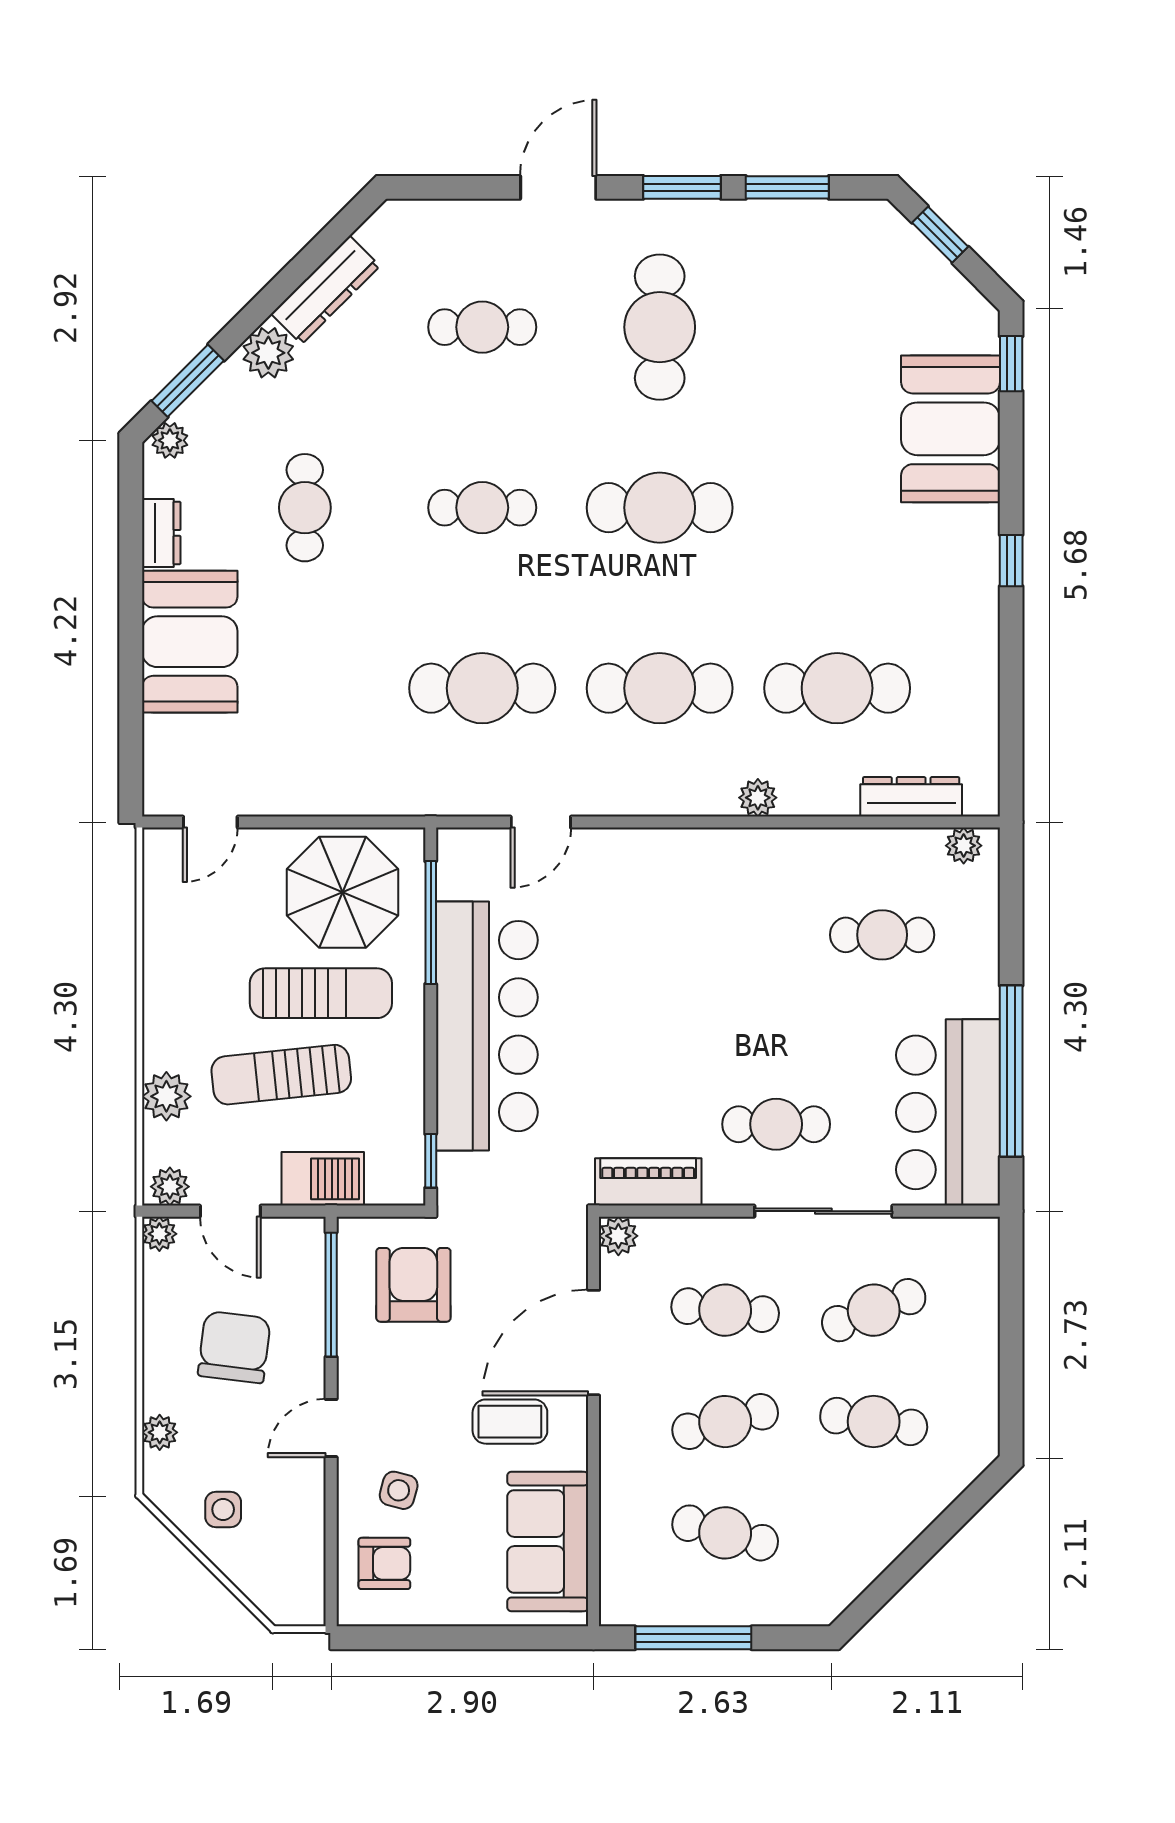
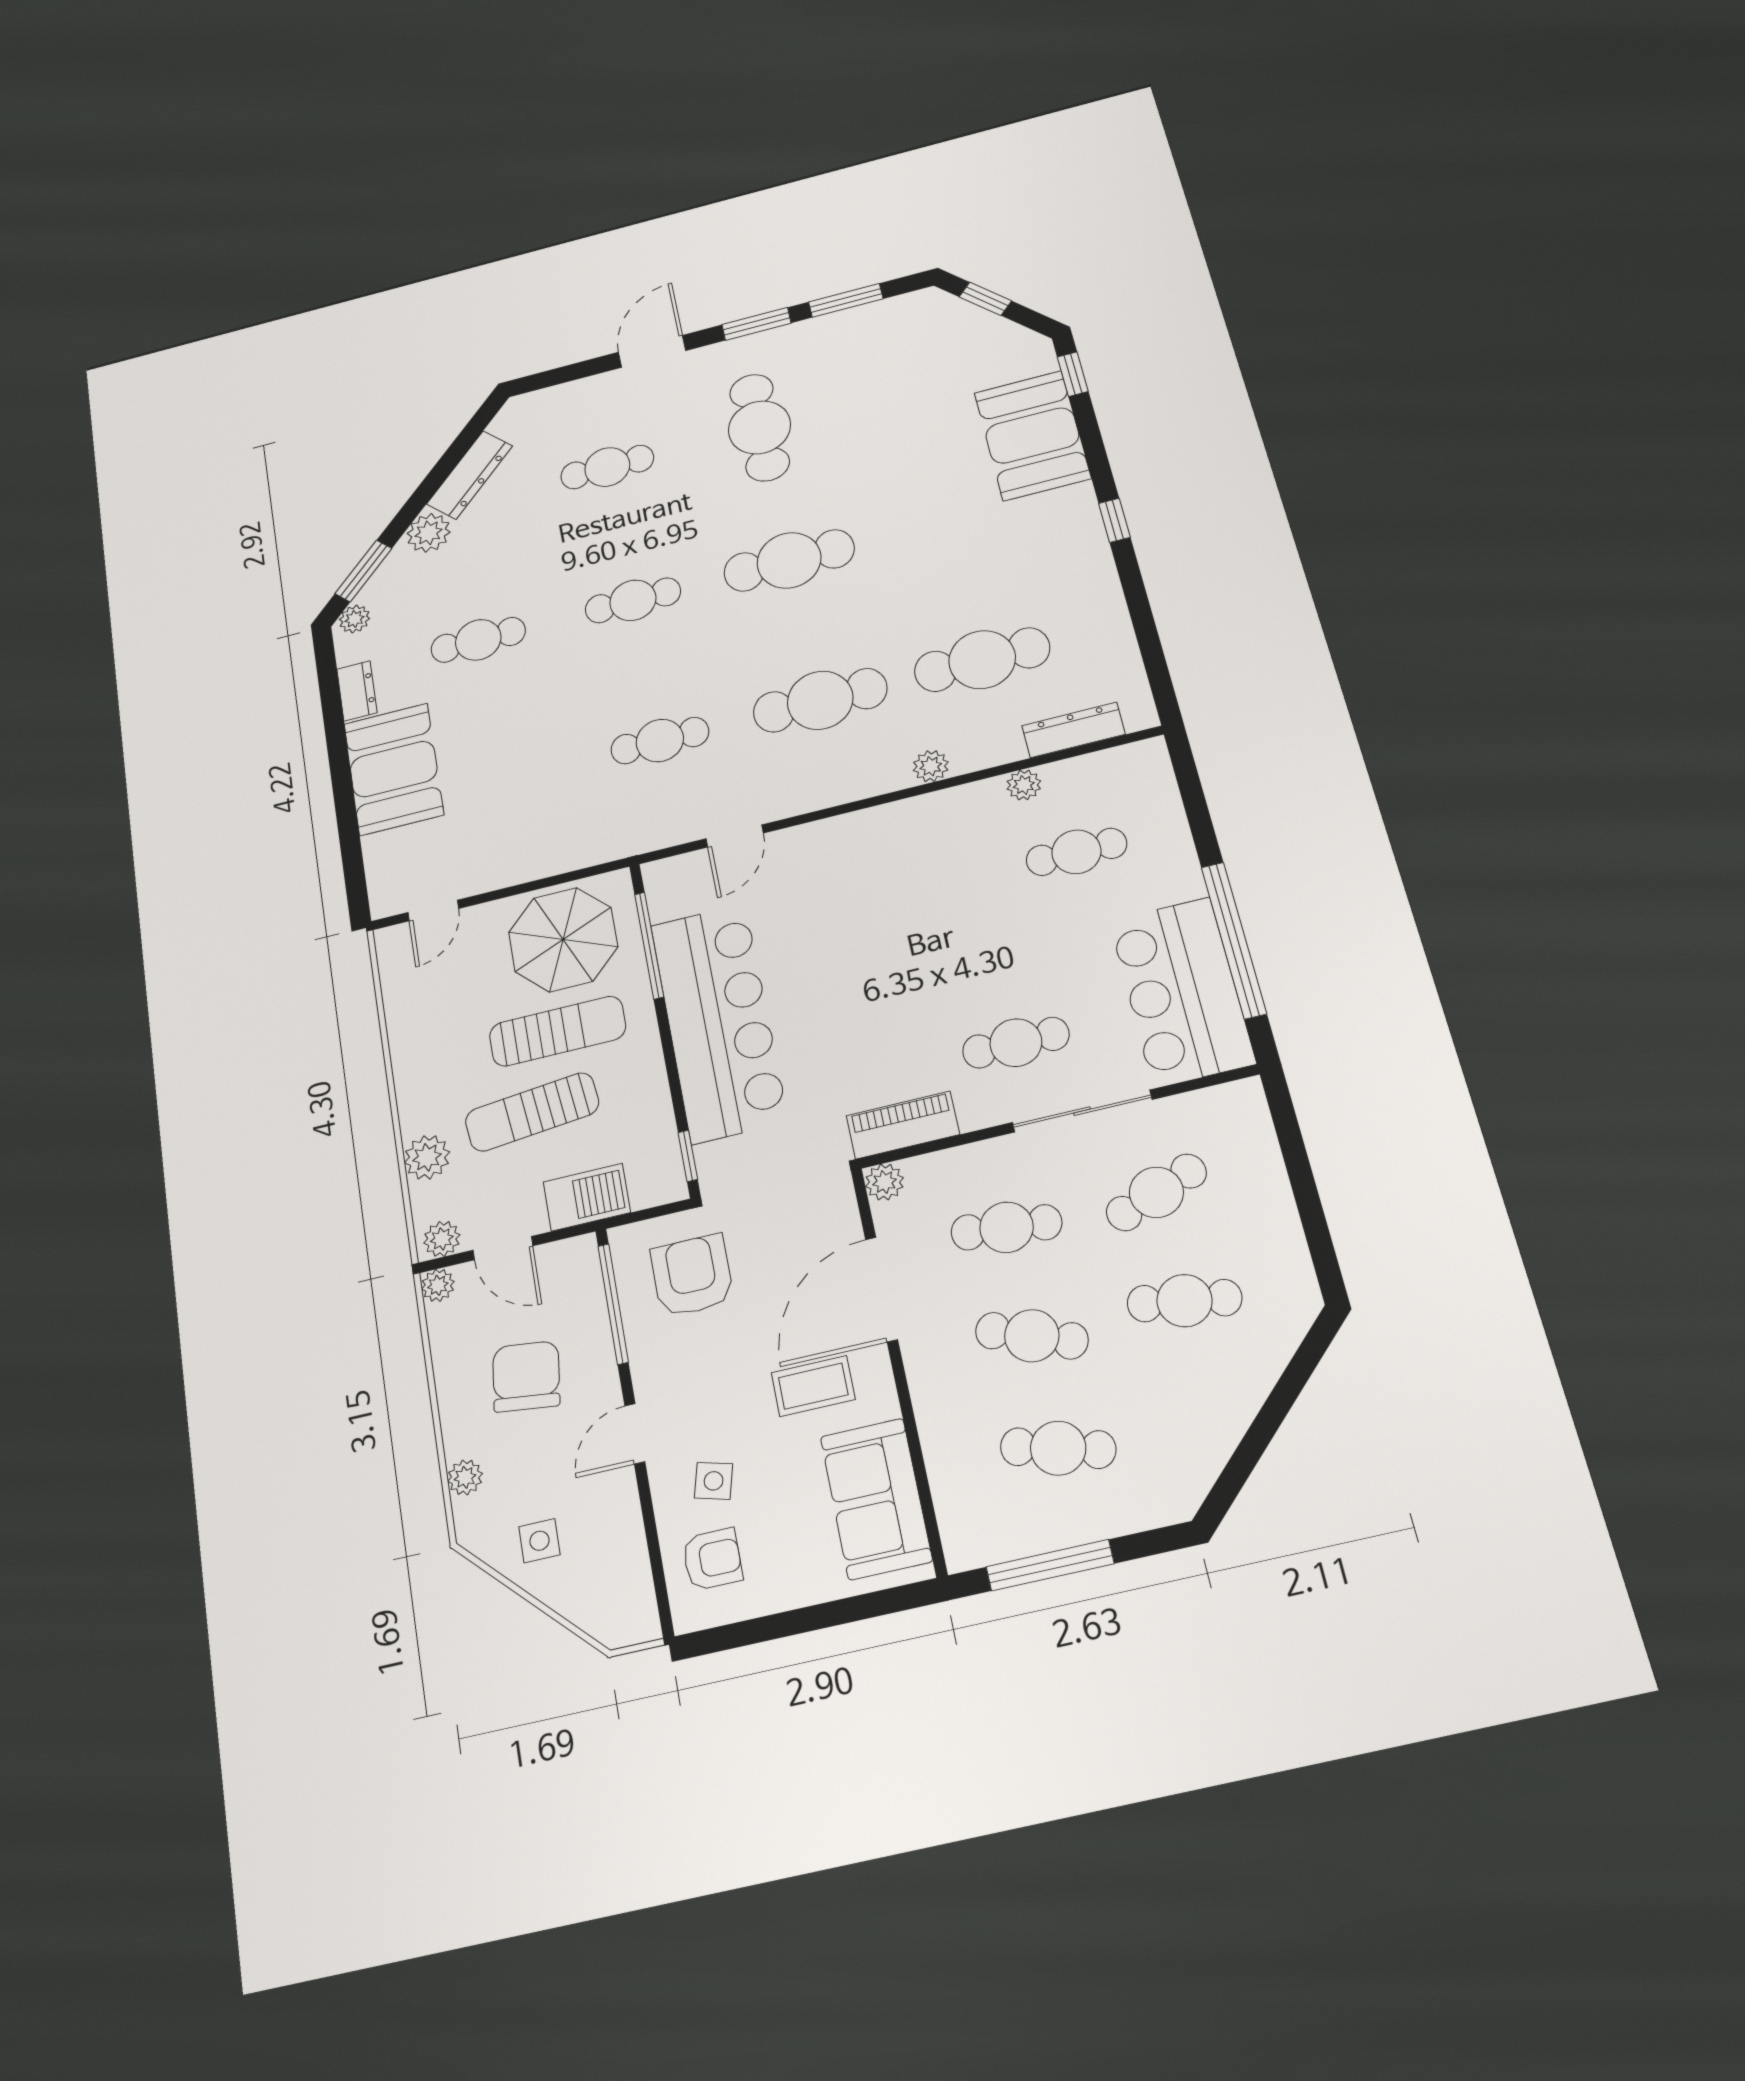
cafe table: (305, 508) -> (478, 640), turned 90
cafe table: (482, 688) -> (660, 741), width x0.73, depth x0.74
plant: (964, 846) -> (1024, 785), moved
cafe table: (725, 1422) -> (1032, 1336), turned 36

